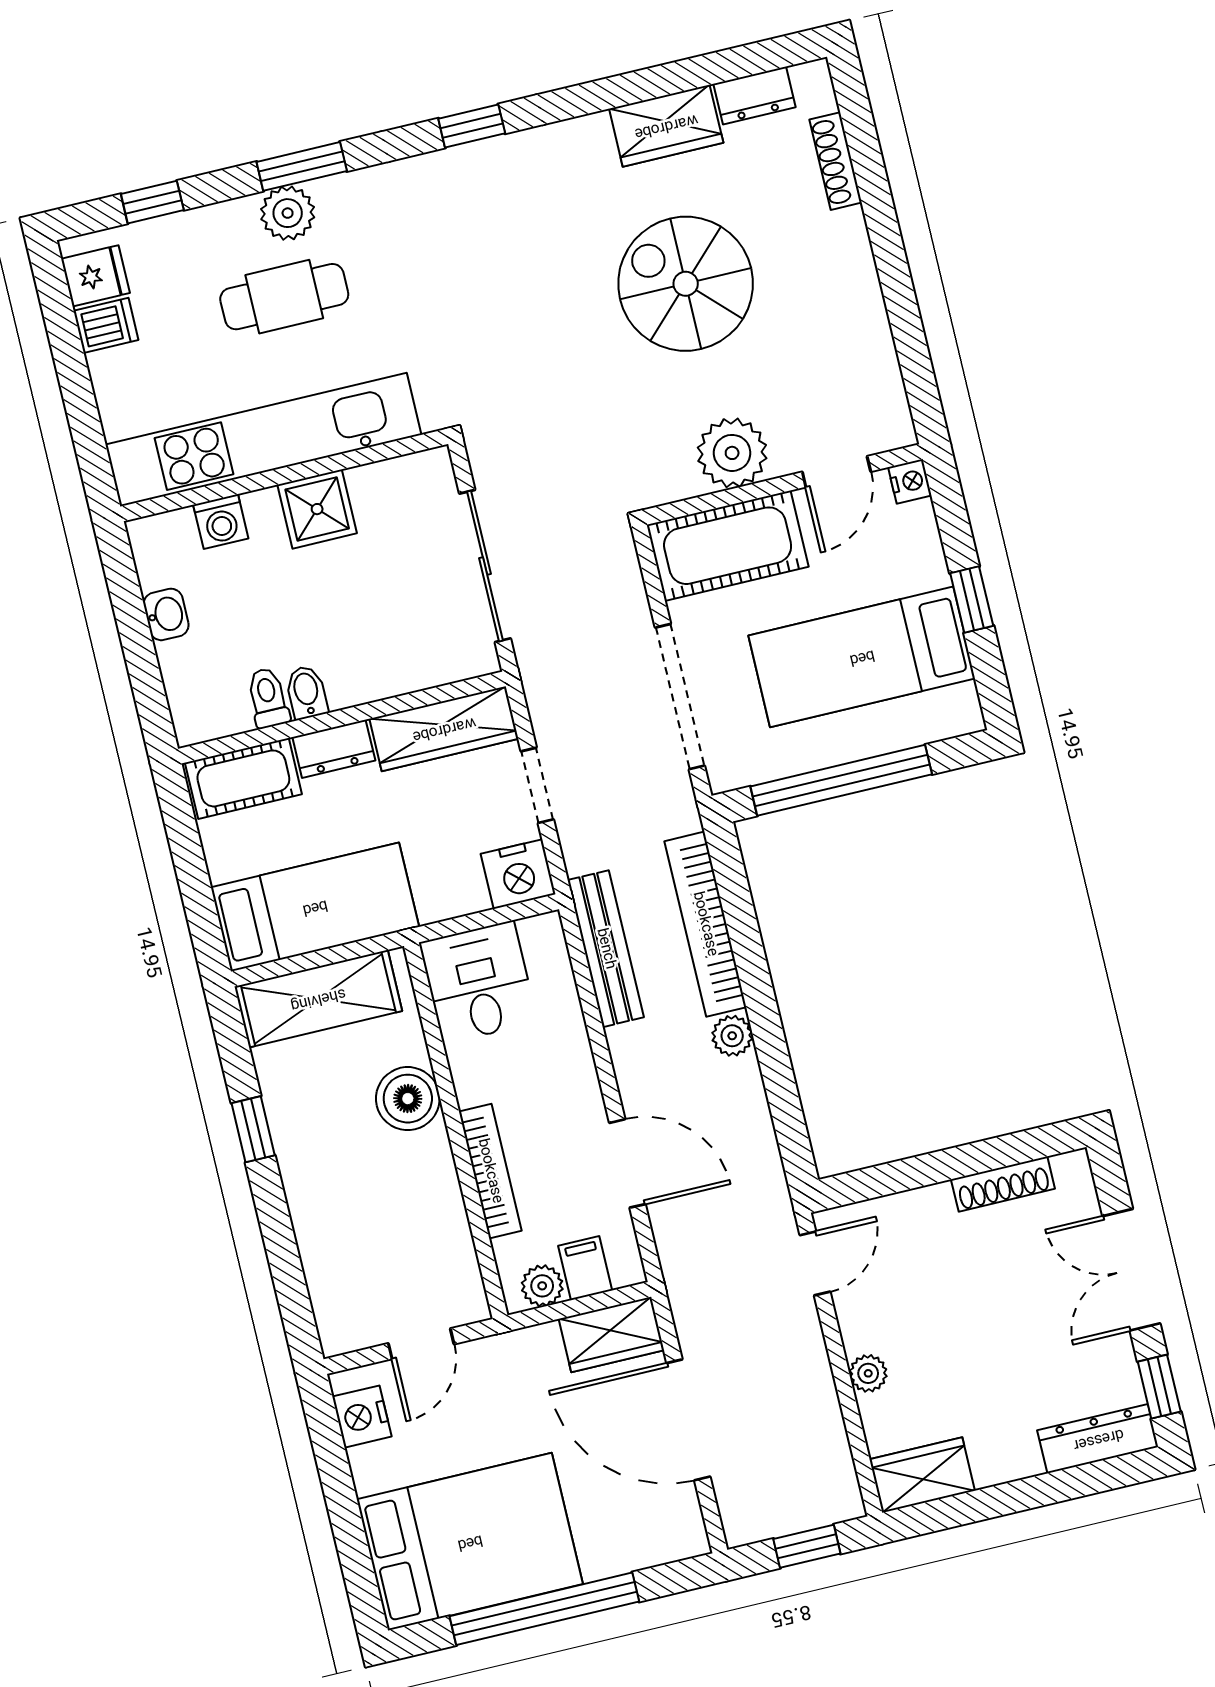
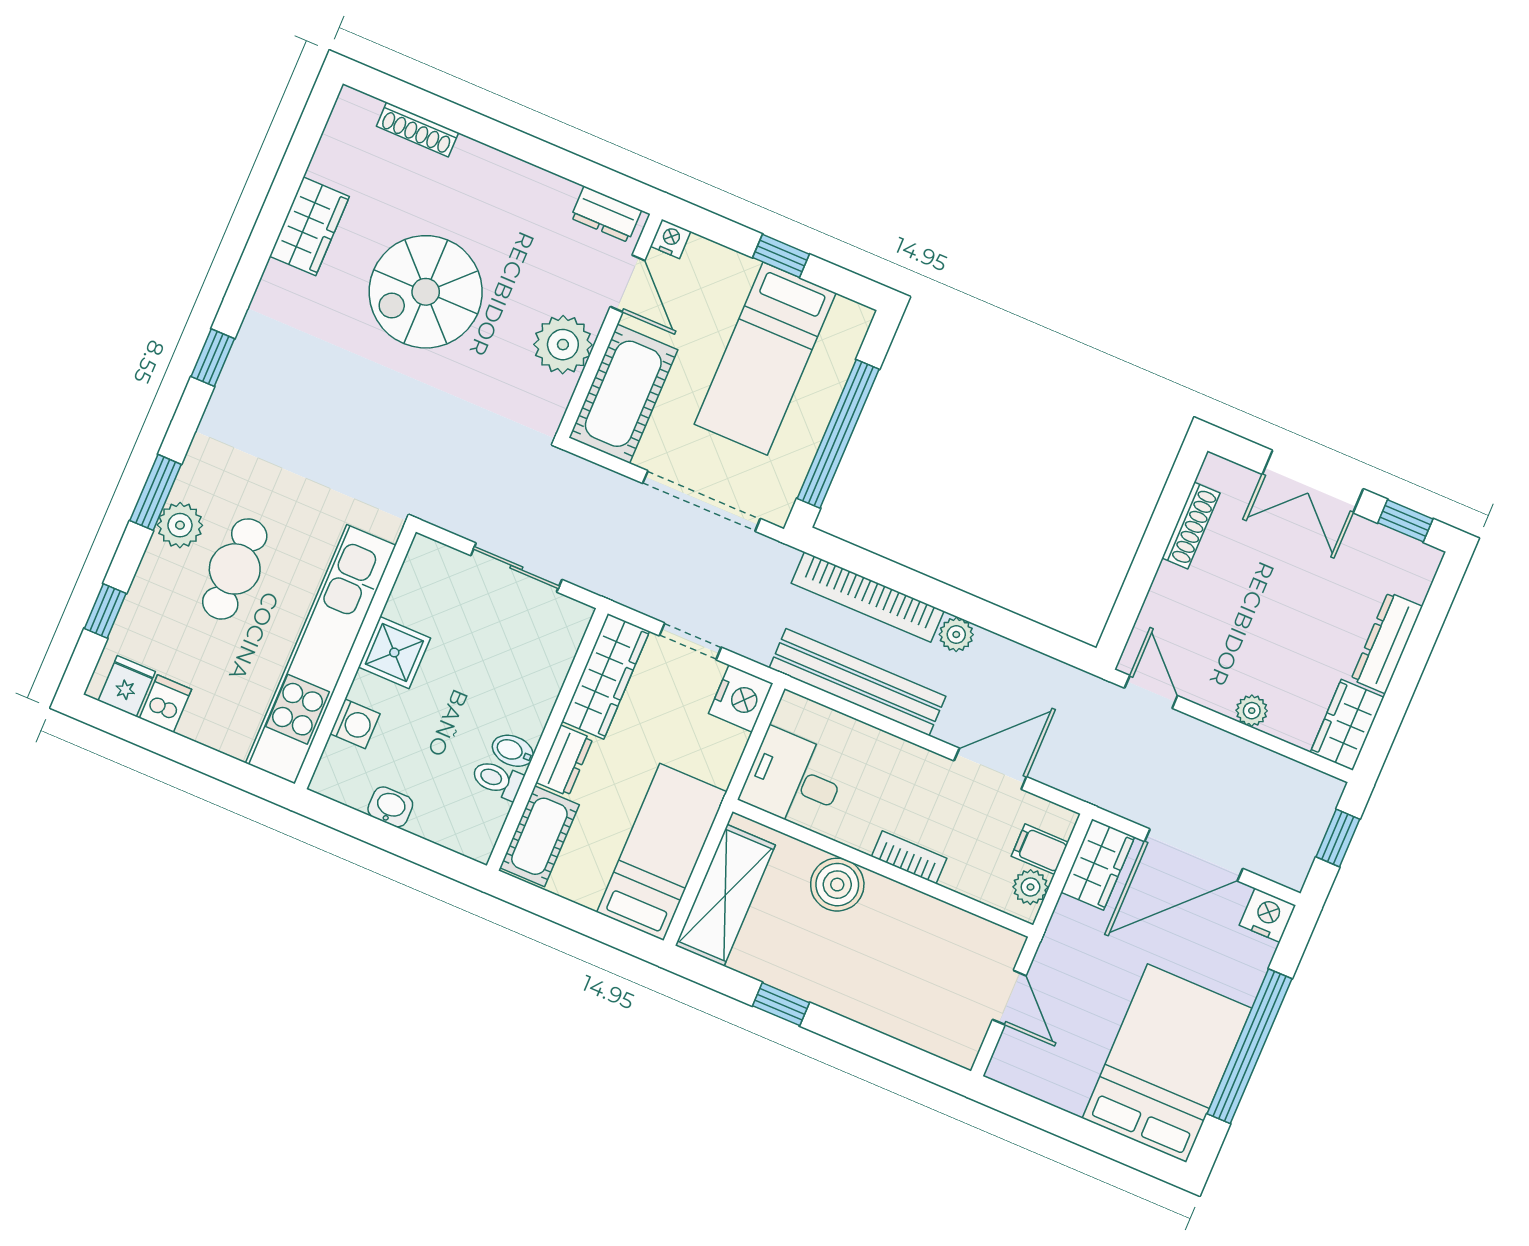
dresser: (754, 96) -> (606, 214), moved, turned 90
sliding door: (485, 566) -> (516, 568), width x0.73
bench: (606, 949) -> (857, 682), width x1.37, depth x1.21
bookcase: (490, 1171) -> (909, 857), width x0.64
nightstand: (362, 1417) -> (1267, 915), moved, turned 180
dresser: (1098, 1439) -> (1387, 643), moved

